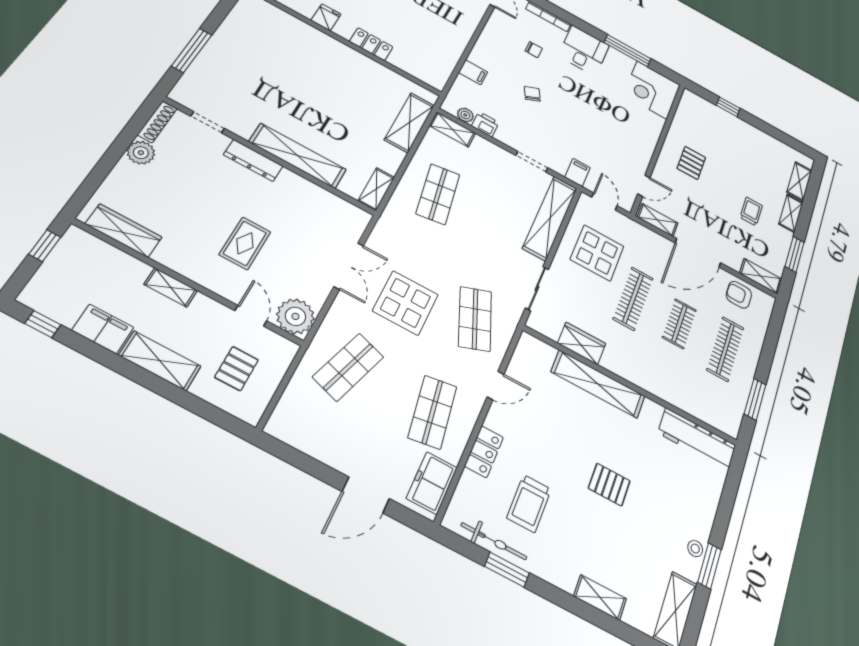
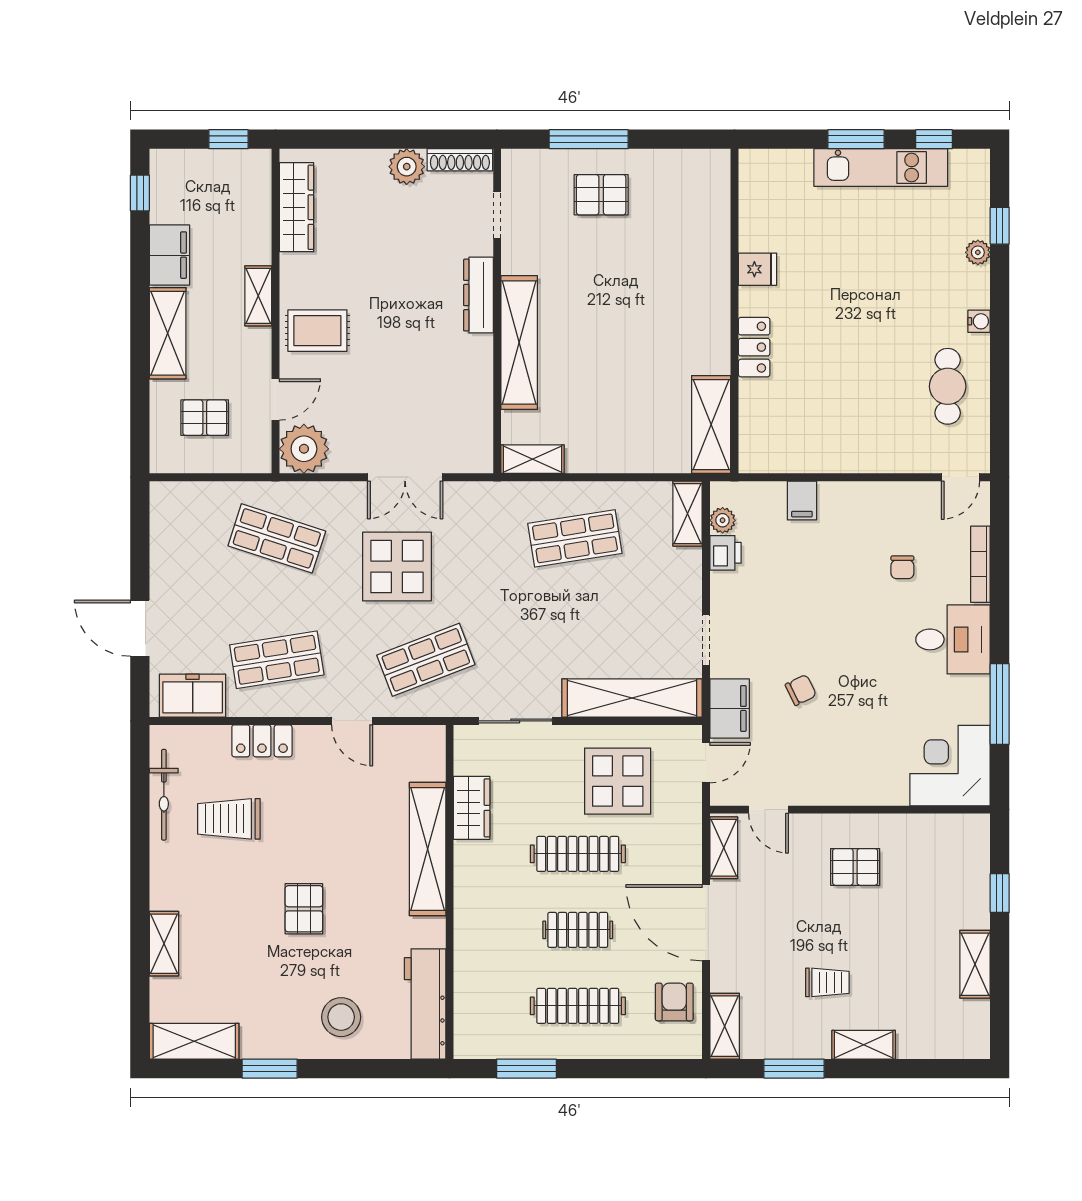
pallet: (231, 64) -> (601, 195), added
chair: (532, 94) -> (801, 690), moved
shelving: (409, 122) -> (711, 425), moved, turned 90
filing cabinet: (578, 172) -> (730, 708), width x2.00
shelving: (799, 181) -> (975, 964), moved, turned 90
rug: (245, 243) -> (317, 331), moved
stool: (695, 549) -> (341, 1017), moved, width x1.89, depth x1.89
window: (507, 570) -> (140, 823), removed

